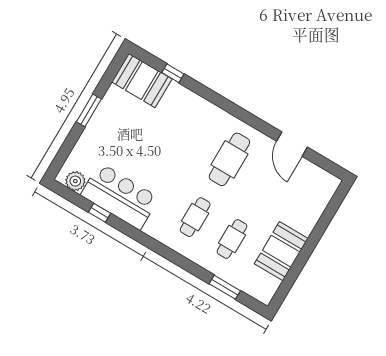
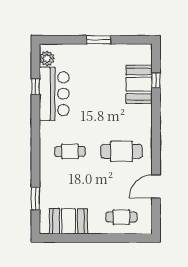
booth: (142, 80) -> (139, 84), moved
cafe table: (232, 239) -> (121, 217), moved
booth: (281, 251) -> (68, 221), moved

